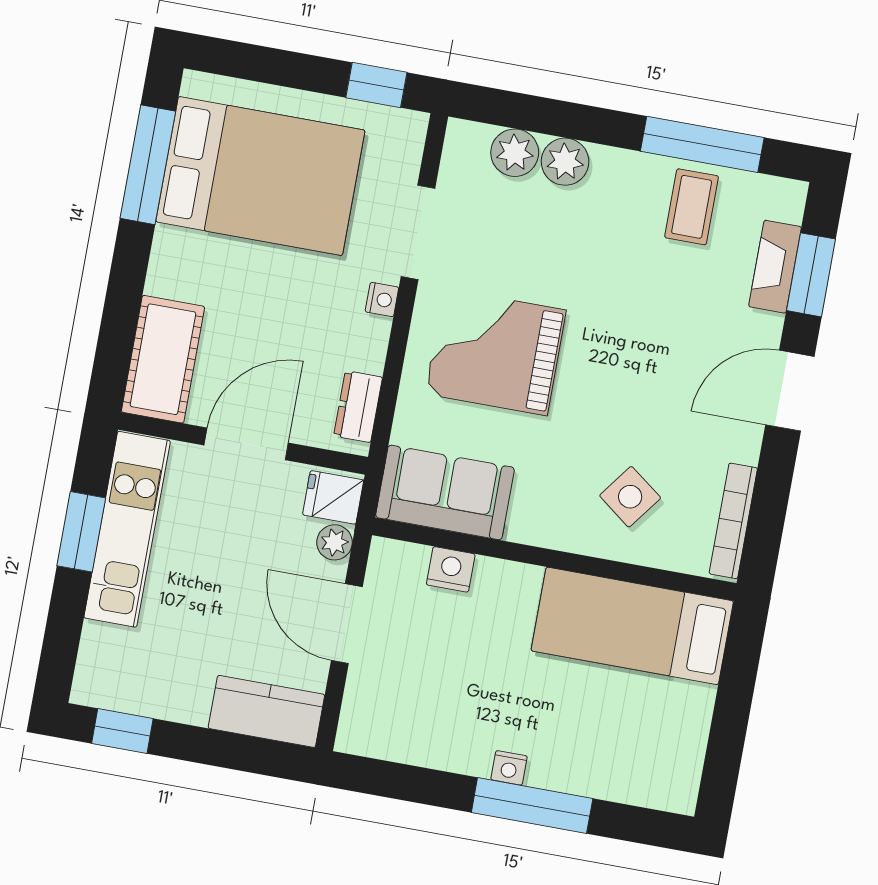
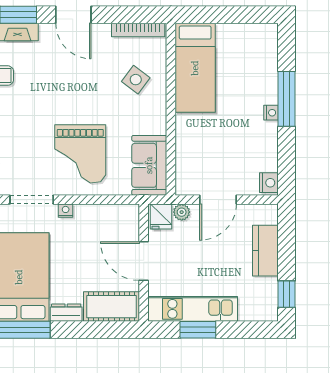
dresser: (358, 407) -> (66, 313), moved, turned 180
nightstand: (451, 569) -> (269, 183), moved, turned 180
kitchen counter: (266, 711) -> (265, 251), moved

